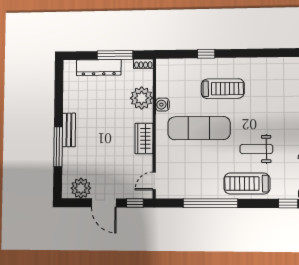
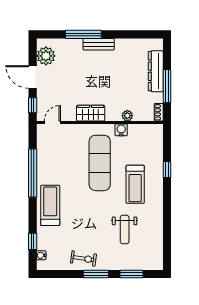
plant: (142, 98) -> (127, 116), width x0.53, depth x0.53
weight bench: (256, 149) -> (125, 230), moved, turned 180
door: (154, 181) -> (52, 123), hinge flipped
door: (104, 203) -> (33, 77), hinge flipped

